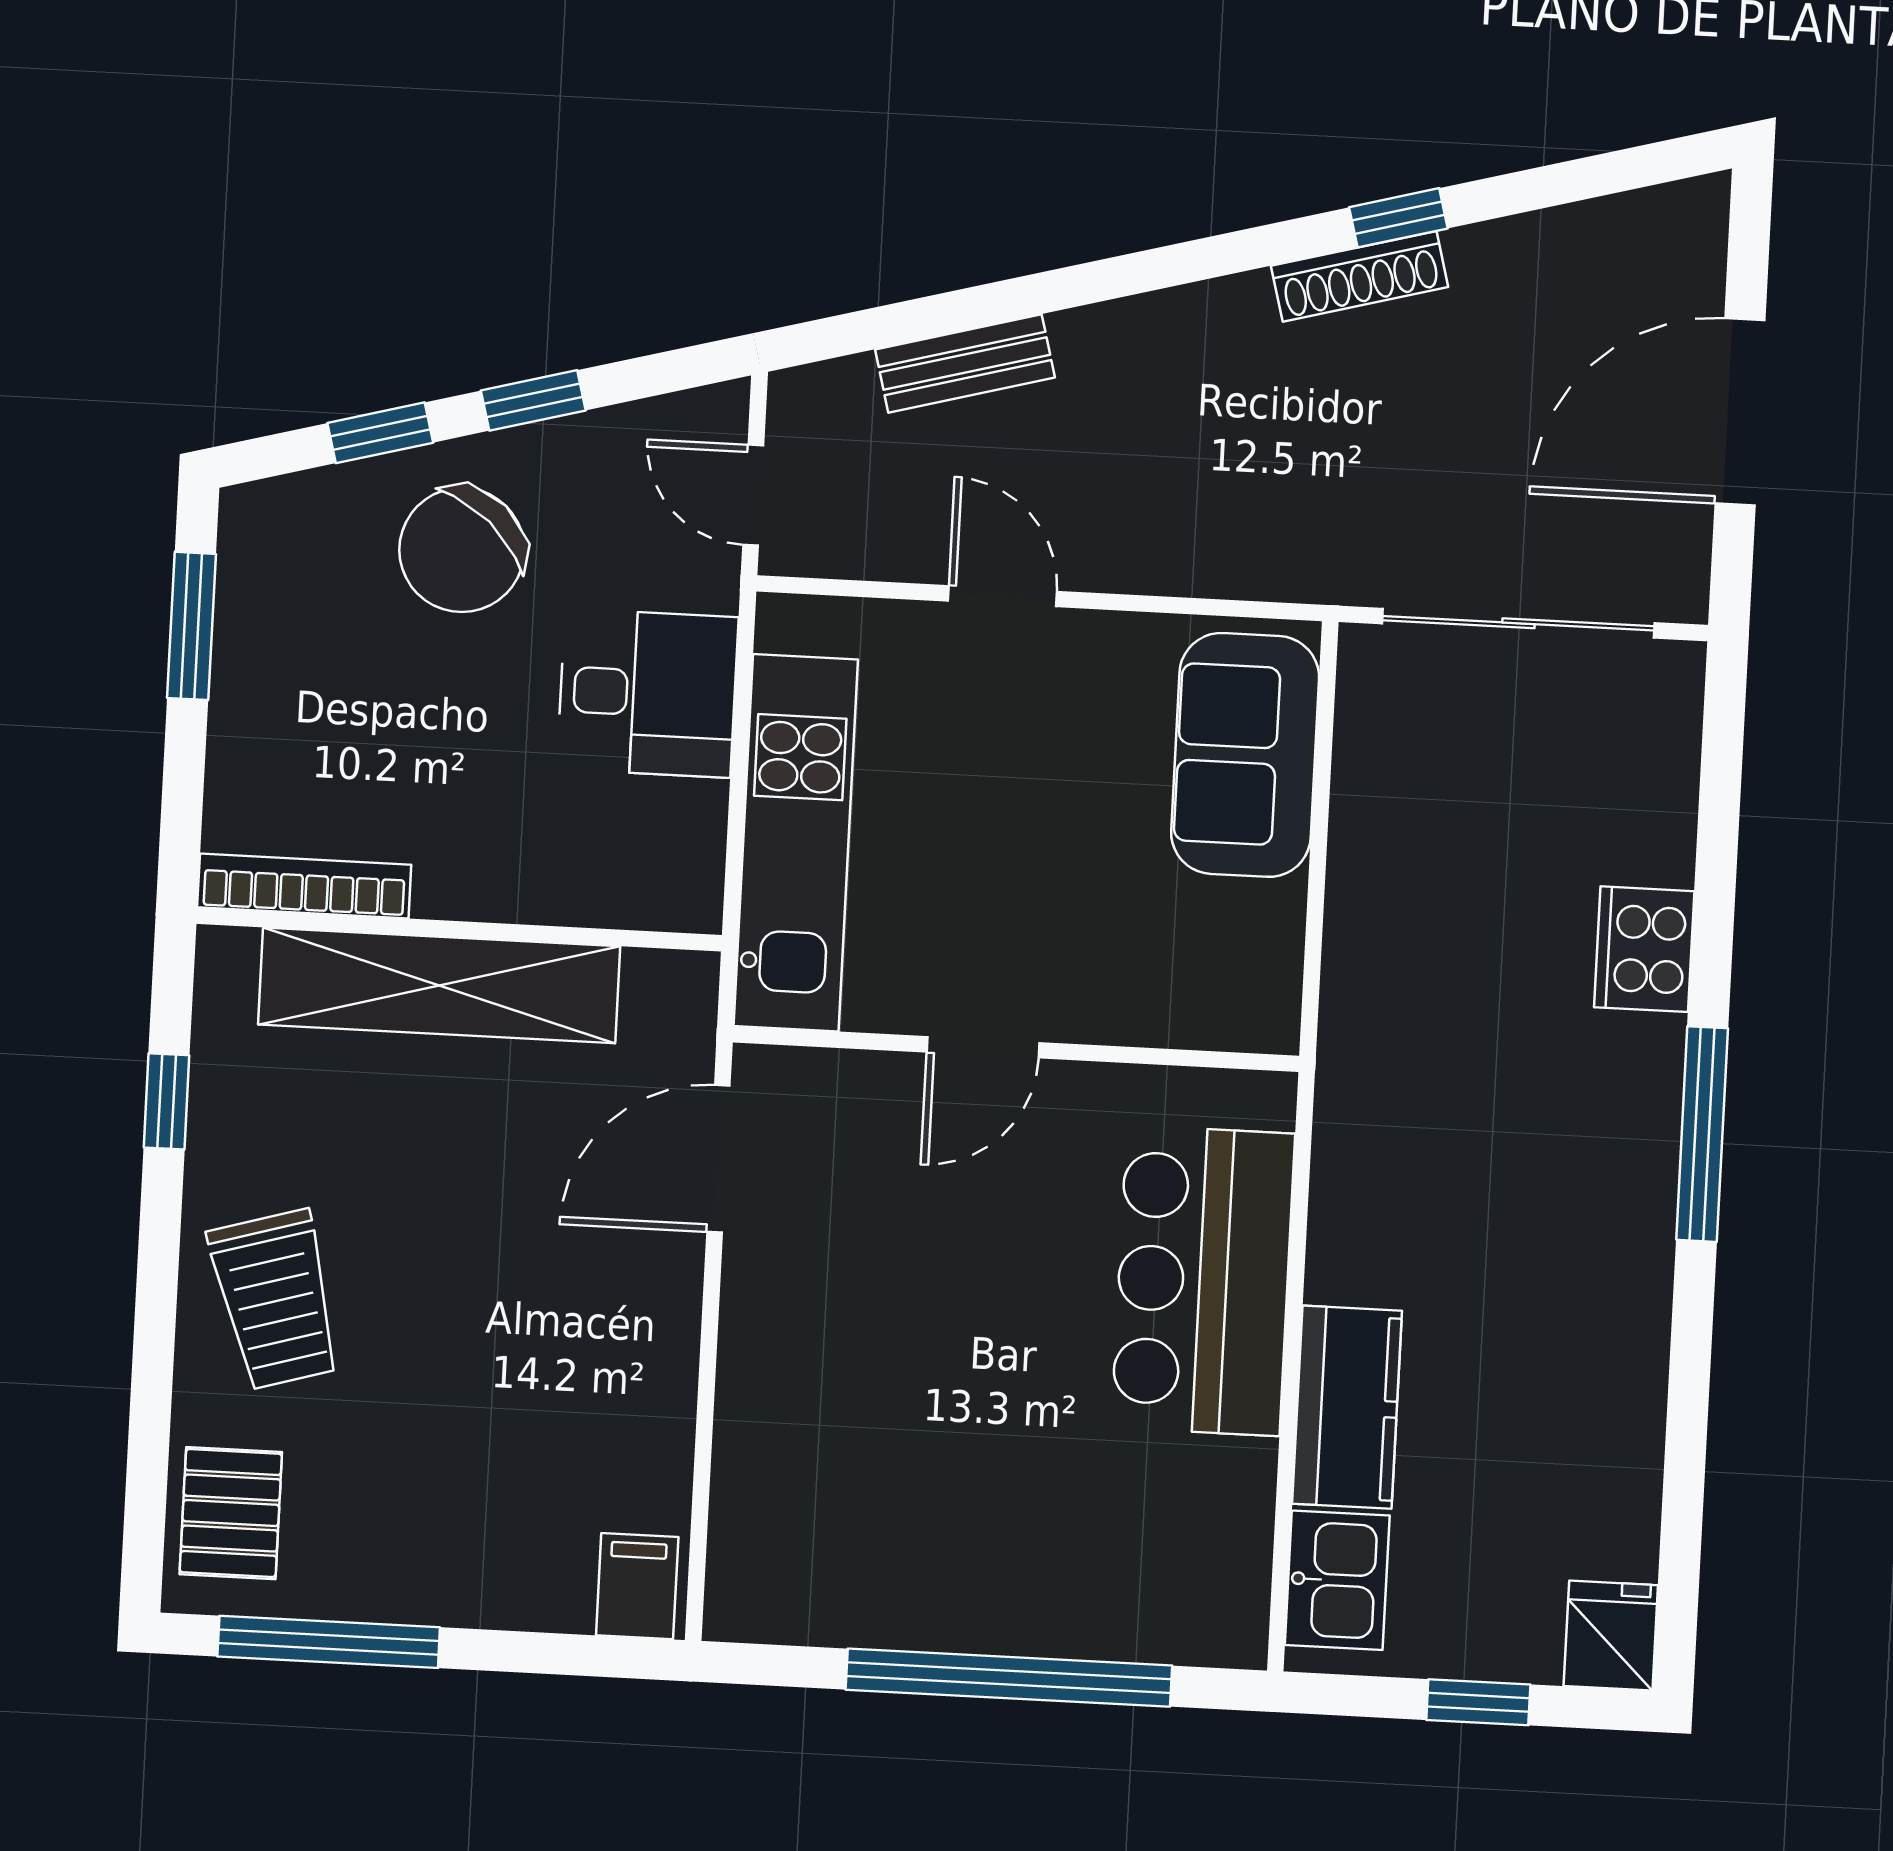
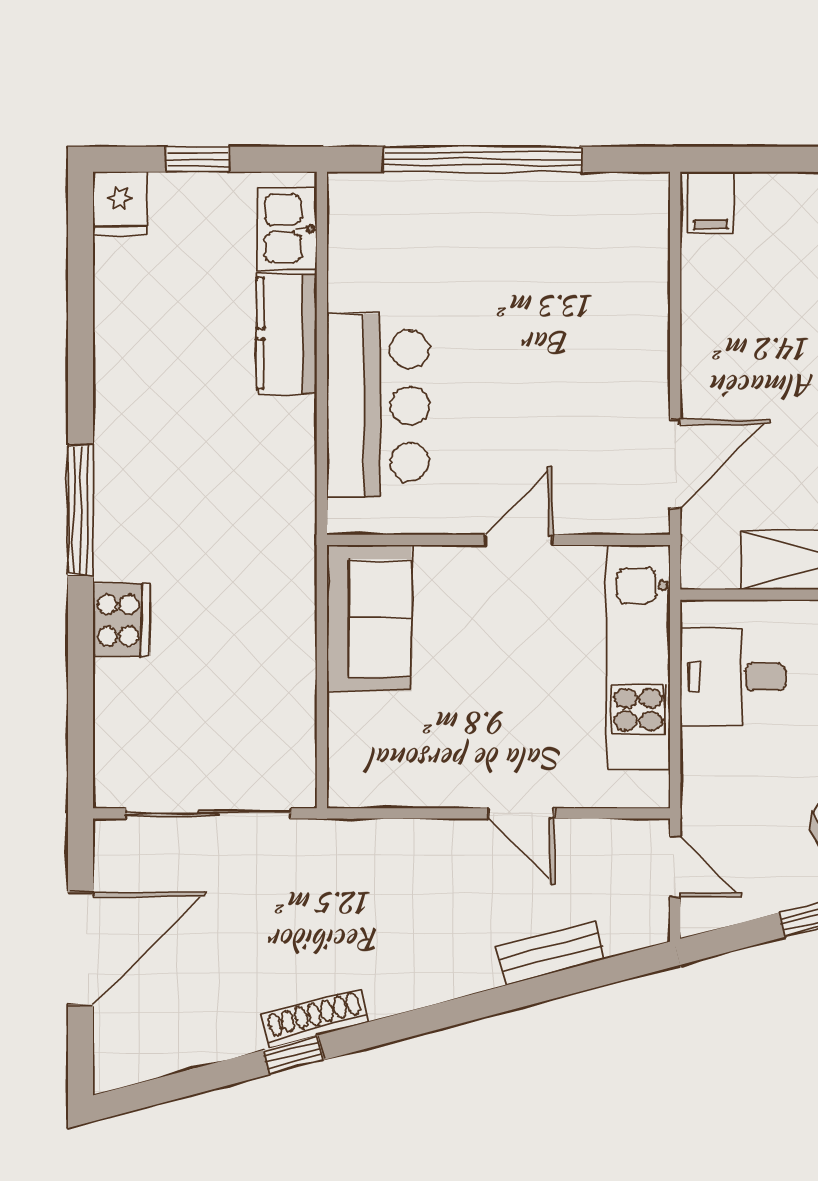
desk: (648, 693) -> (733, 677), moved
sofa: (1245, 755) -> (369, 618), moved

